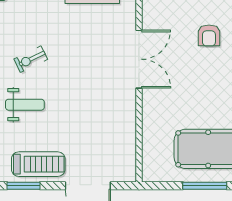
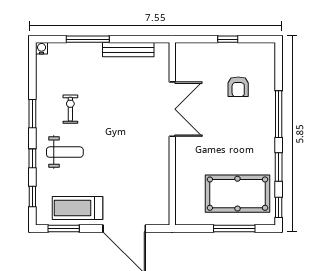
exercise bike: (31, 59) -> (70, 109), turned 116
treadmill: (38, 164) -> (77, 208), turned 180

